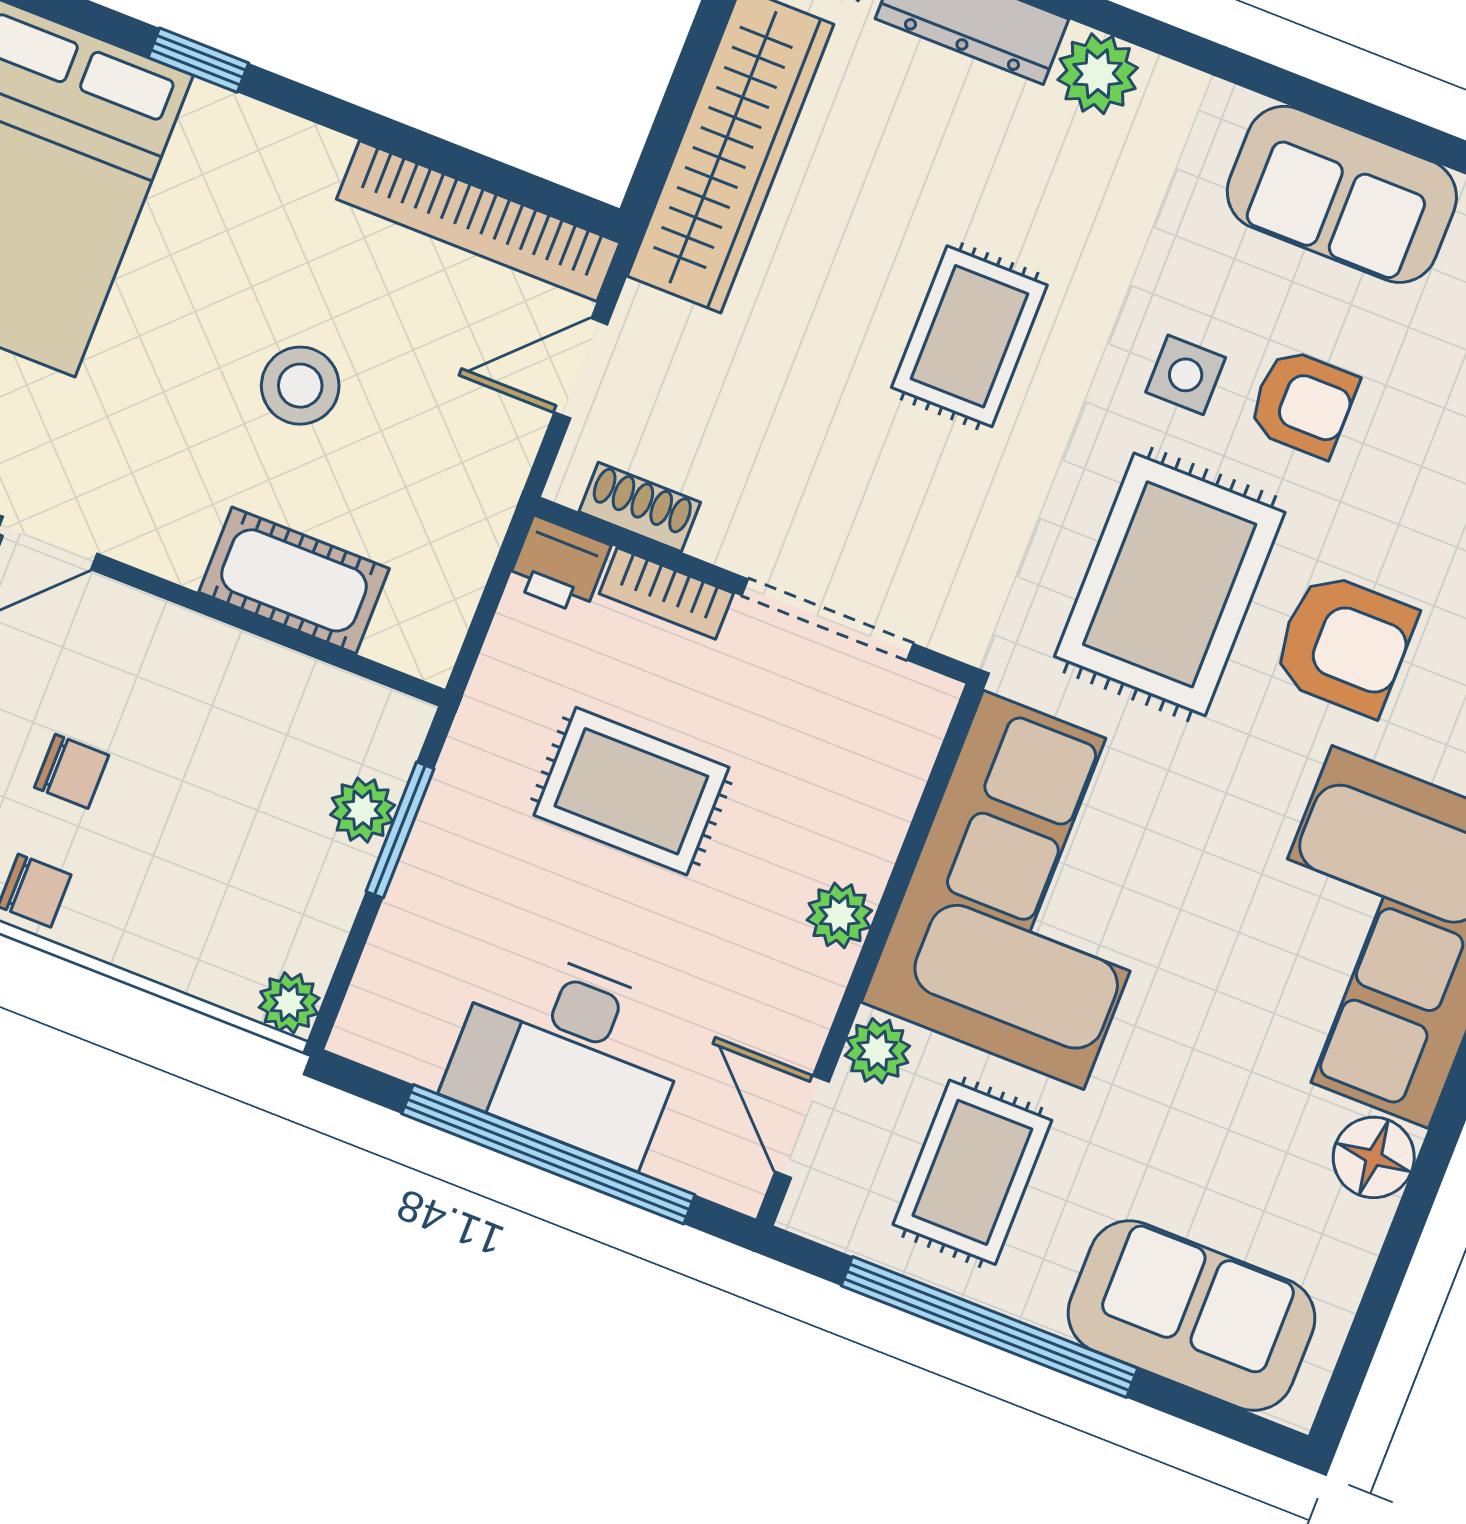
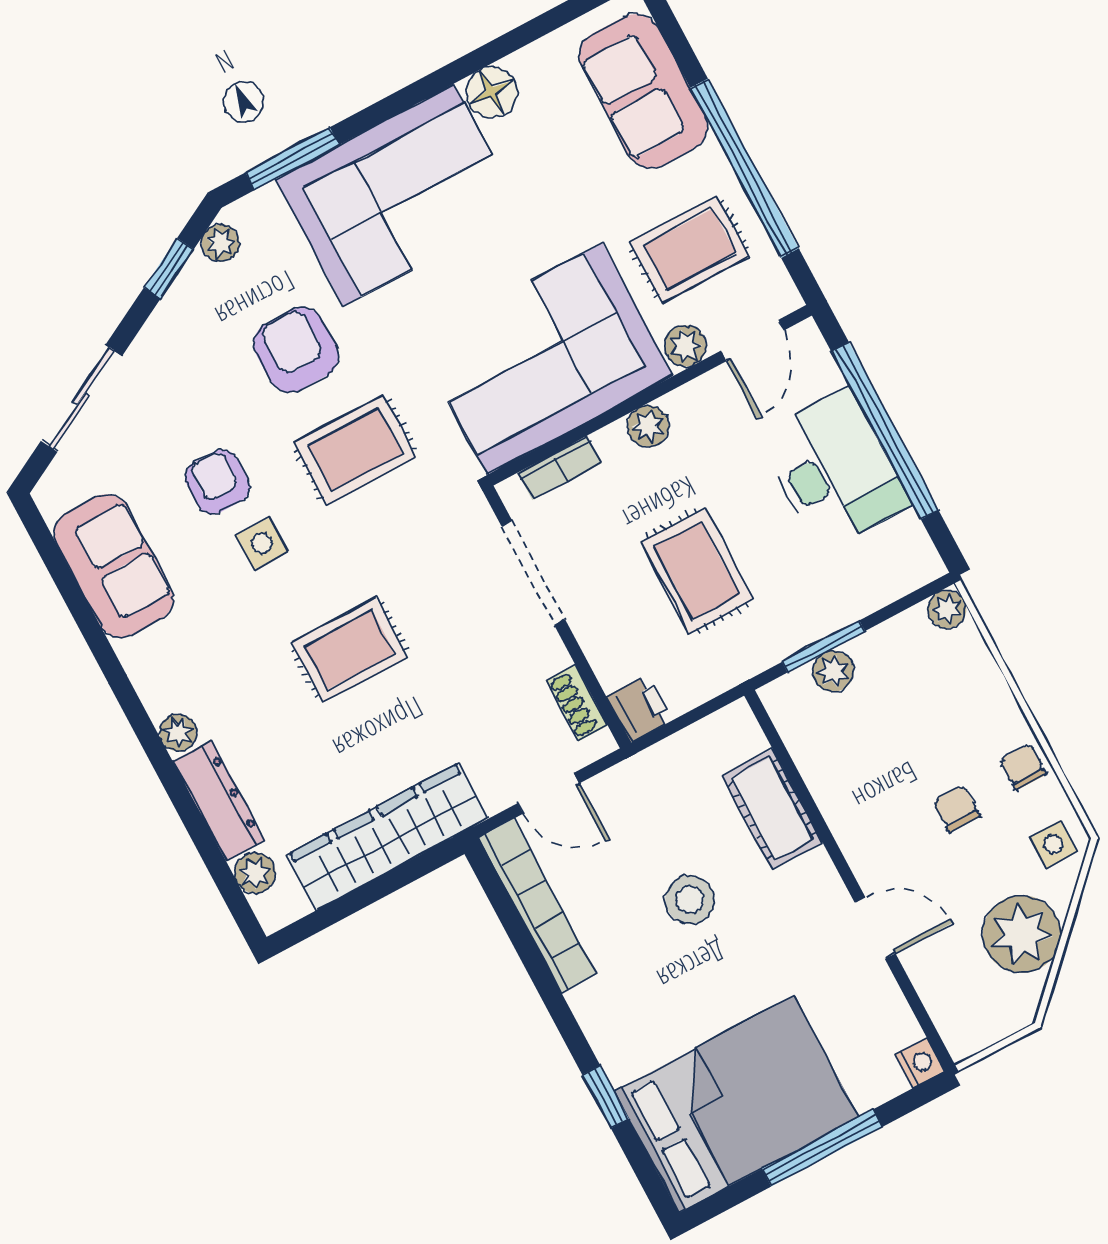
plant: (1098, 74) -> (178, 733), width x0.73, depth x0.73
rug: (1170, 584) -> (355, 450), width x0.73, depth x0.70
bookcase: (666, 593) -> (560, 468), moved, turned 90

